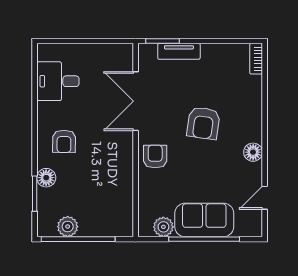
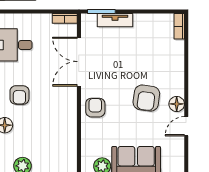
bookcase: (118, 49) -> (65, 18), added
armchair: (203, 123) -> (146, 98), moved
door: (265, 198) -> (186, 126), moved

